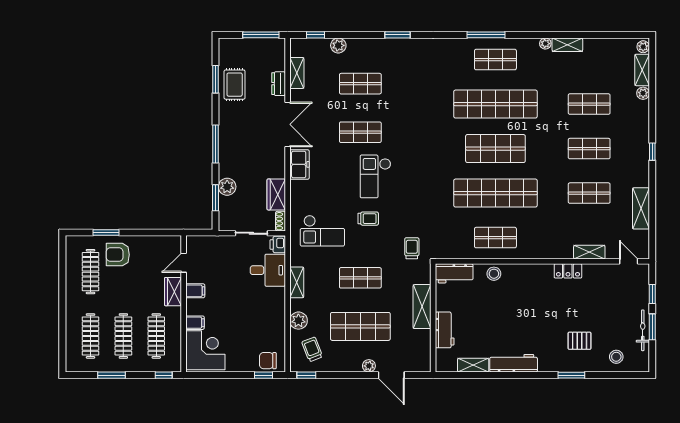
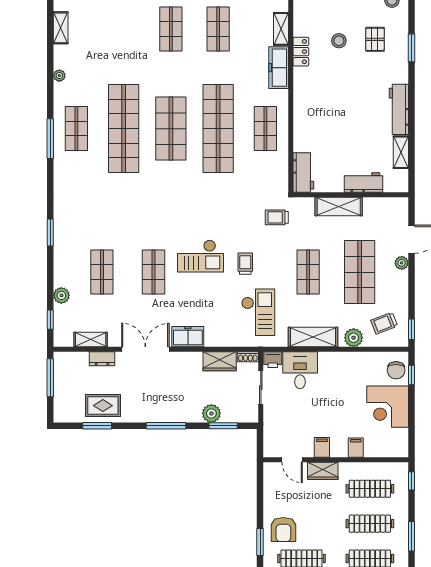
shelving: (567, 45) -> (61, 28), moved
shop shelf: (589, 104) -> (124, 29), removed
freezer: (553, 250) -> (279, 68), added
stool: (494, 274) -> (339, 41), moved
shelving: (297, 282) -> (313, 337), width x1.50, depth x1.33
corner desk: (205, 350) -> (388, 407), moved, turned -90

